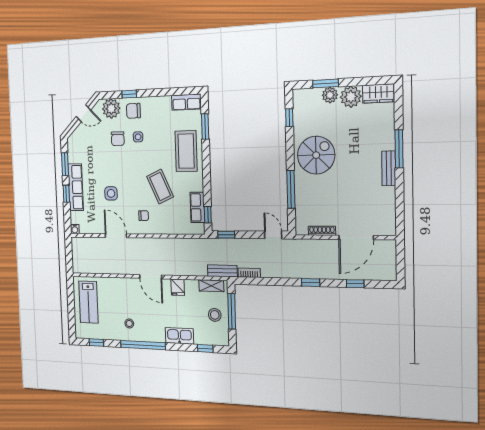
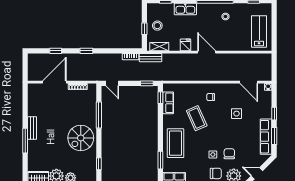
row of seats: (76, 187) -> (266, 137), moved
door: (116, 236) -> (249, 82), moved
window: (232, 311) -> (144, 29), width x0.46

